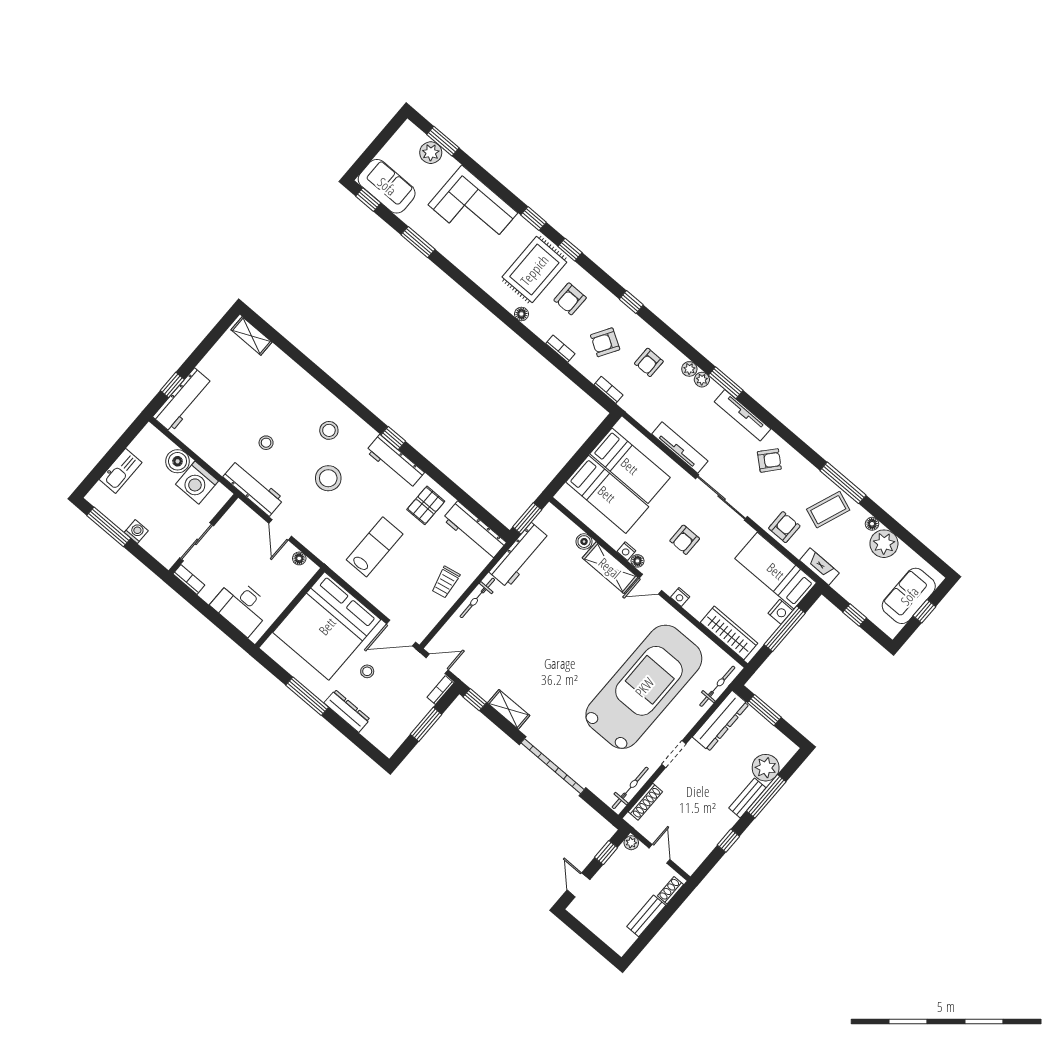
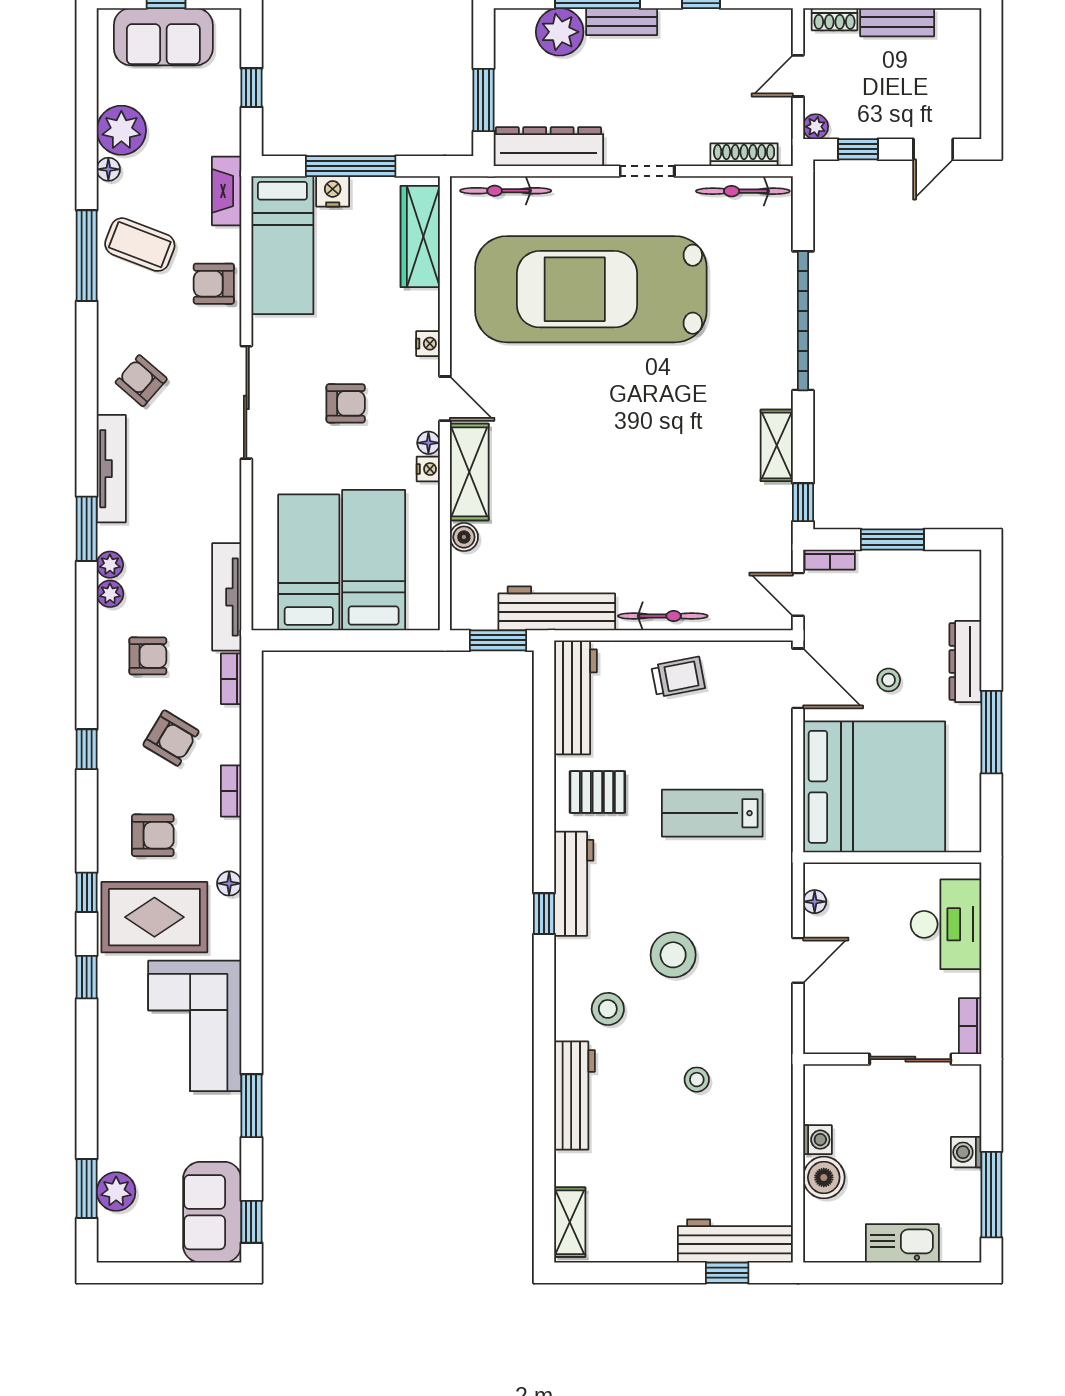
corner sofa: (473, 209) -> (195, 1026), moved, turned 180
tv unit: (680, 448) -> (227, 597), moved
washing machine: (197, 483) -> (817, 1140), width x0.53, depth x0.53
workbench: (253, 488) -> (574, 1096), moved, turned 180

